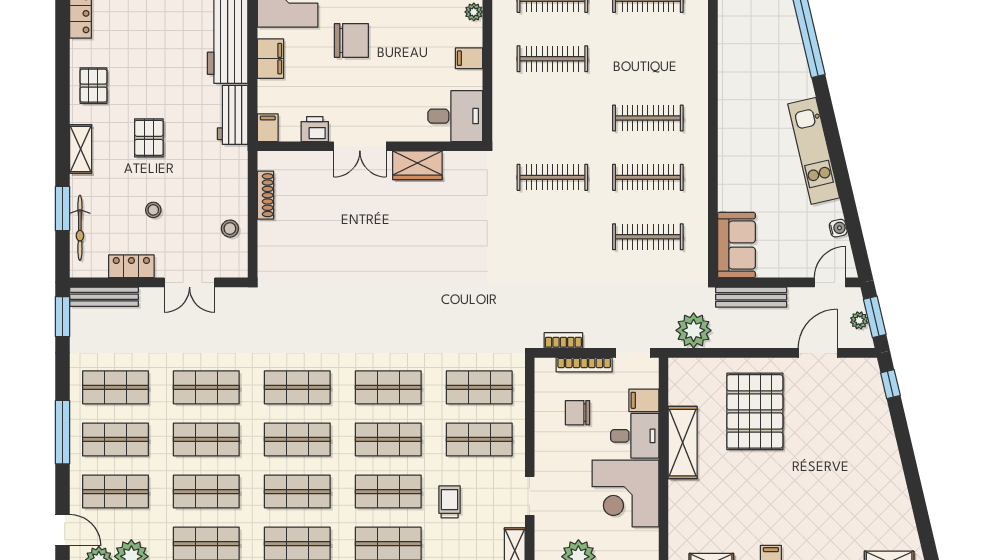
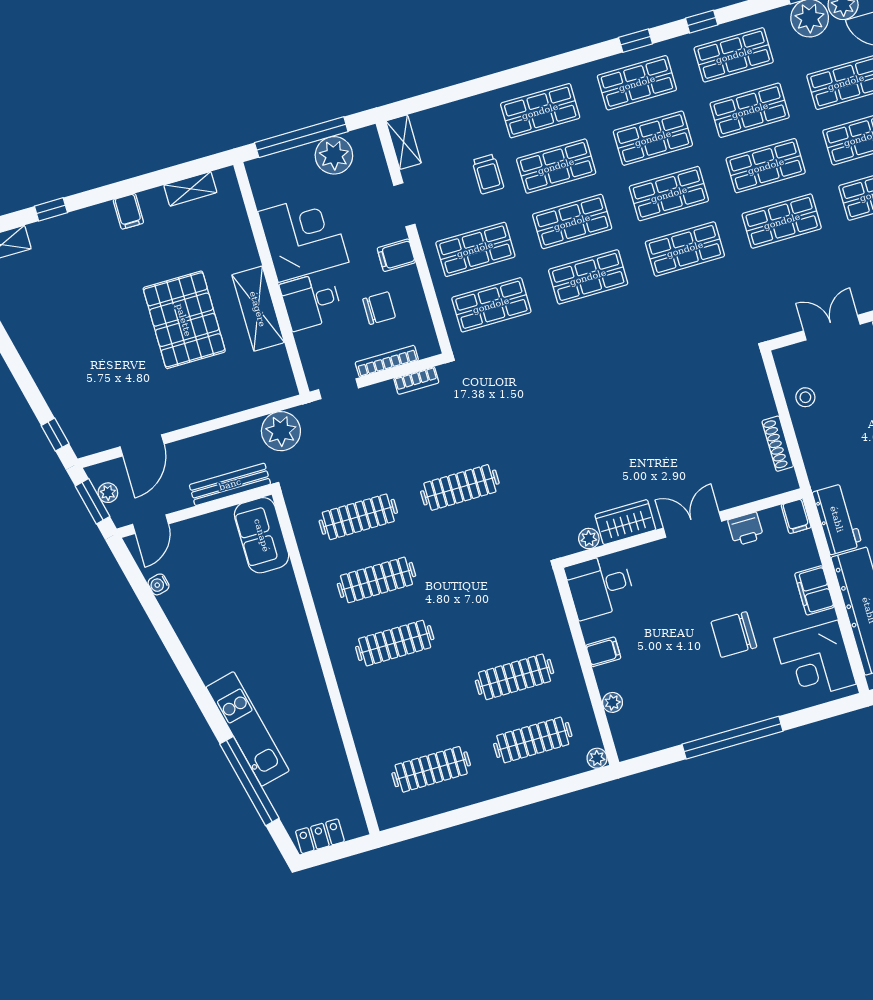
kitchen unit: (814, 151) -> (248, 729), moved
plant: (453, 160) -> (589, 539), added
clothes rail: (552, 177) -> (460, 487), moved
filing cabinet: (644, 400) -> (396, 255), moved, turned 180
pallet: (755, 411) -> (184, 320), moved

